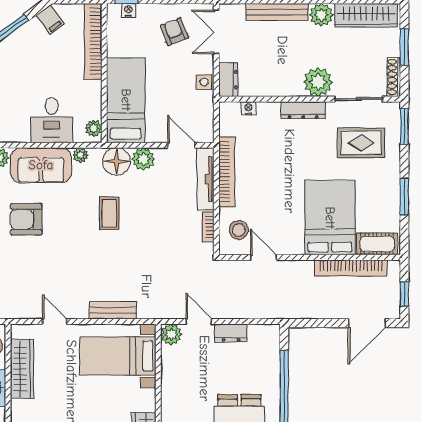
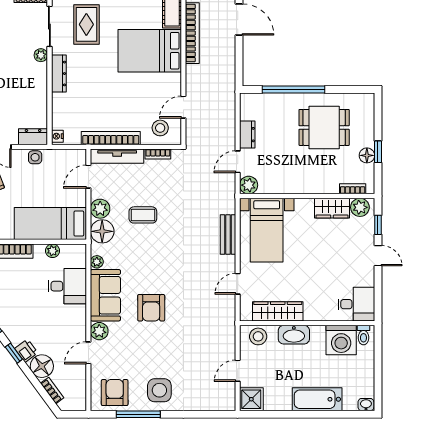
plant: (318, 82) -> (41, 55), width x0.53, depth x0.53
nightstand: (248, 108) -> (57, 136), moved
plant: (94, 128) -> (52, 251), moved
coffee table: (109, 213) -> (143, 215), moved

